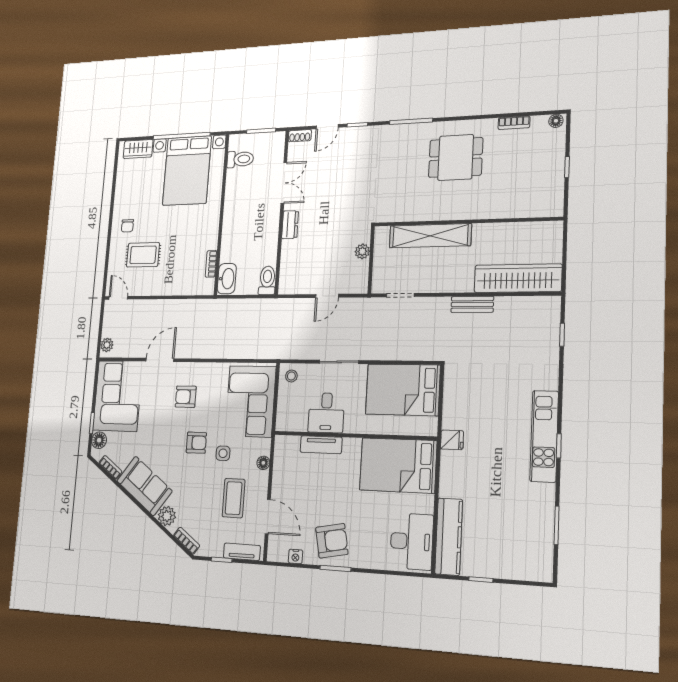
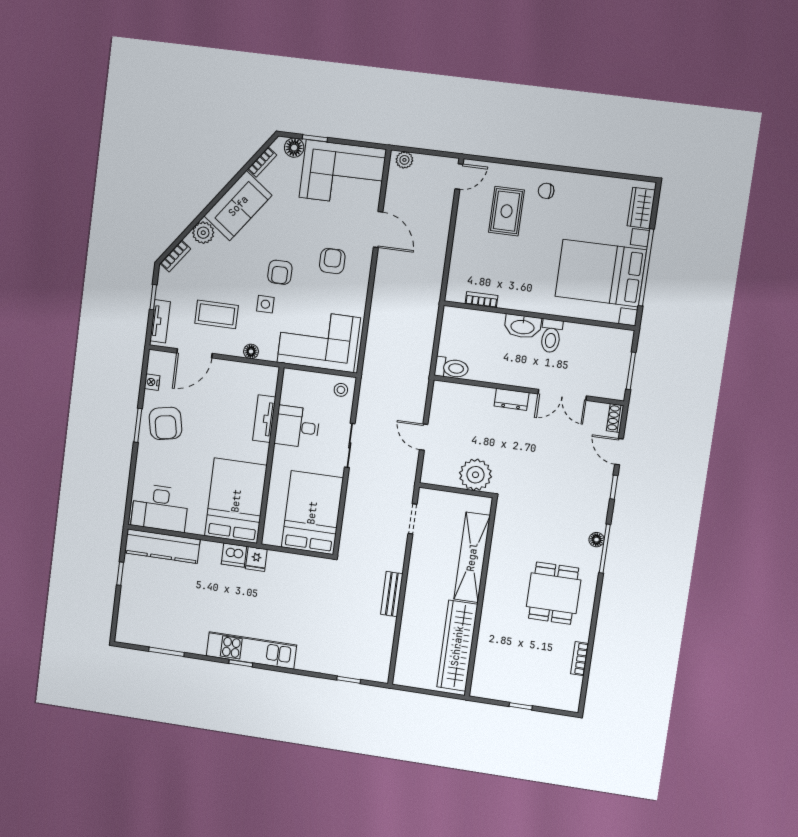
floor lamp: (556, 121) -> (596, 540), moved
toilet: (240, 159) -> (551, 336), moved
plant: (362, 251) -> (475, 475), width x1.87, depth x1.87
wardrobe: (518, 278) -> (457, 646), moved, turned 180
washbasin: (227, 279) -> (523, 326), moved
dishwasher: (450, 463) -> (234, 555), added

